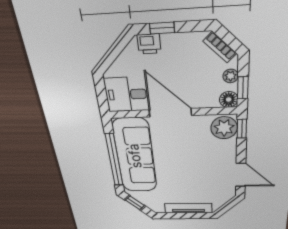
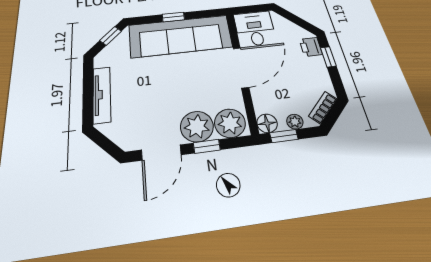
window: (242, 129) -> (207, 146), moved
plant: (223, 151) -> (197, 126), added
window: (114, 160) -> (173, 17), width x0.32

